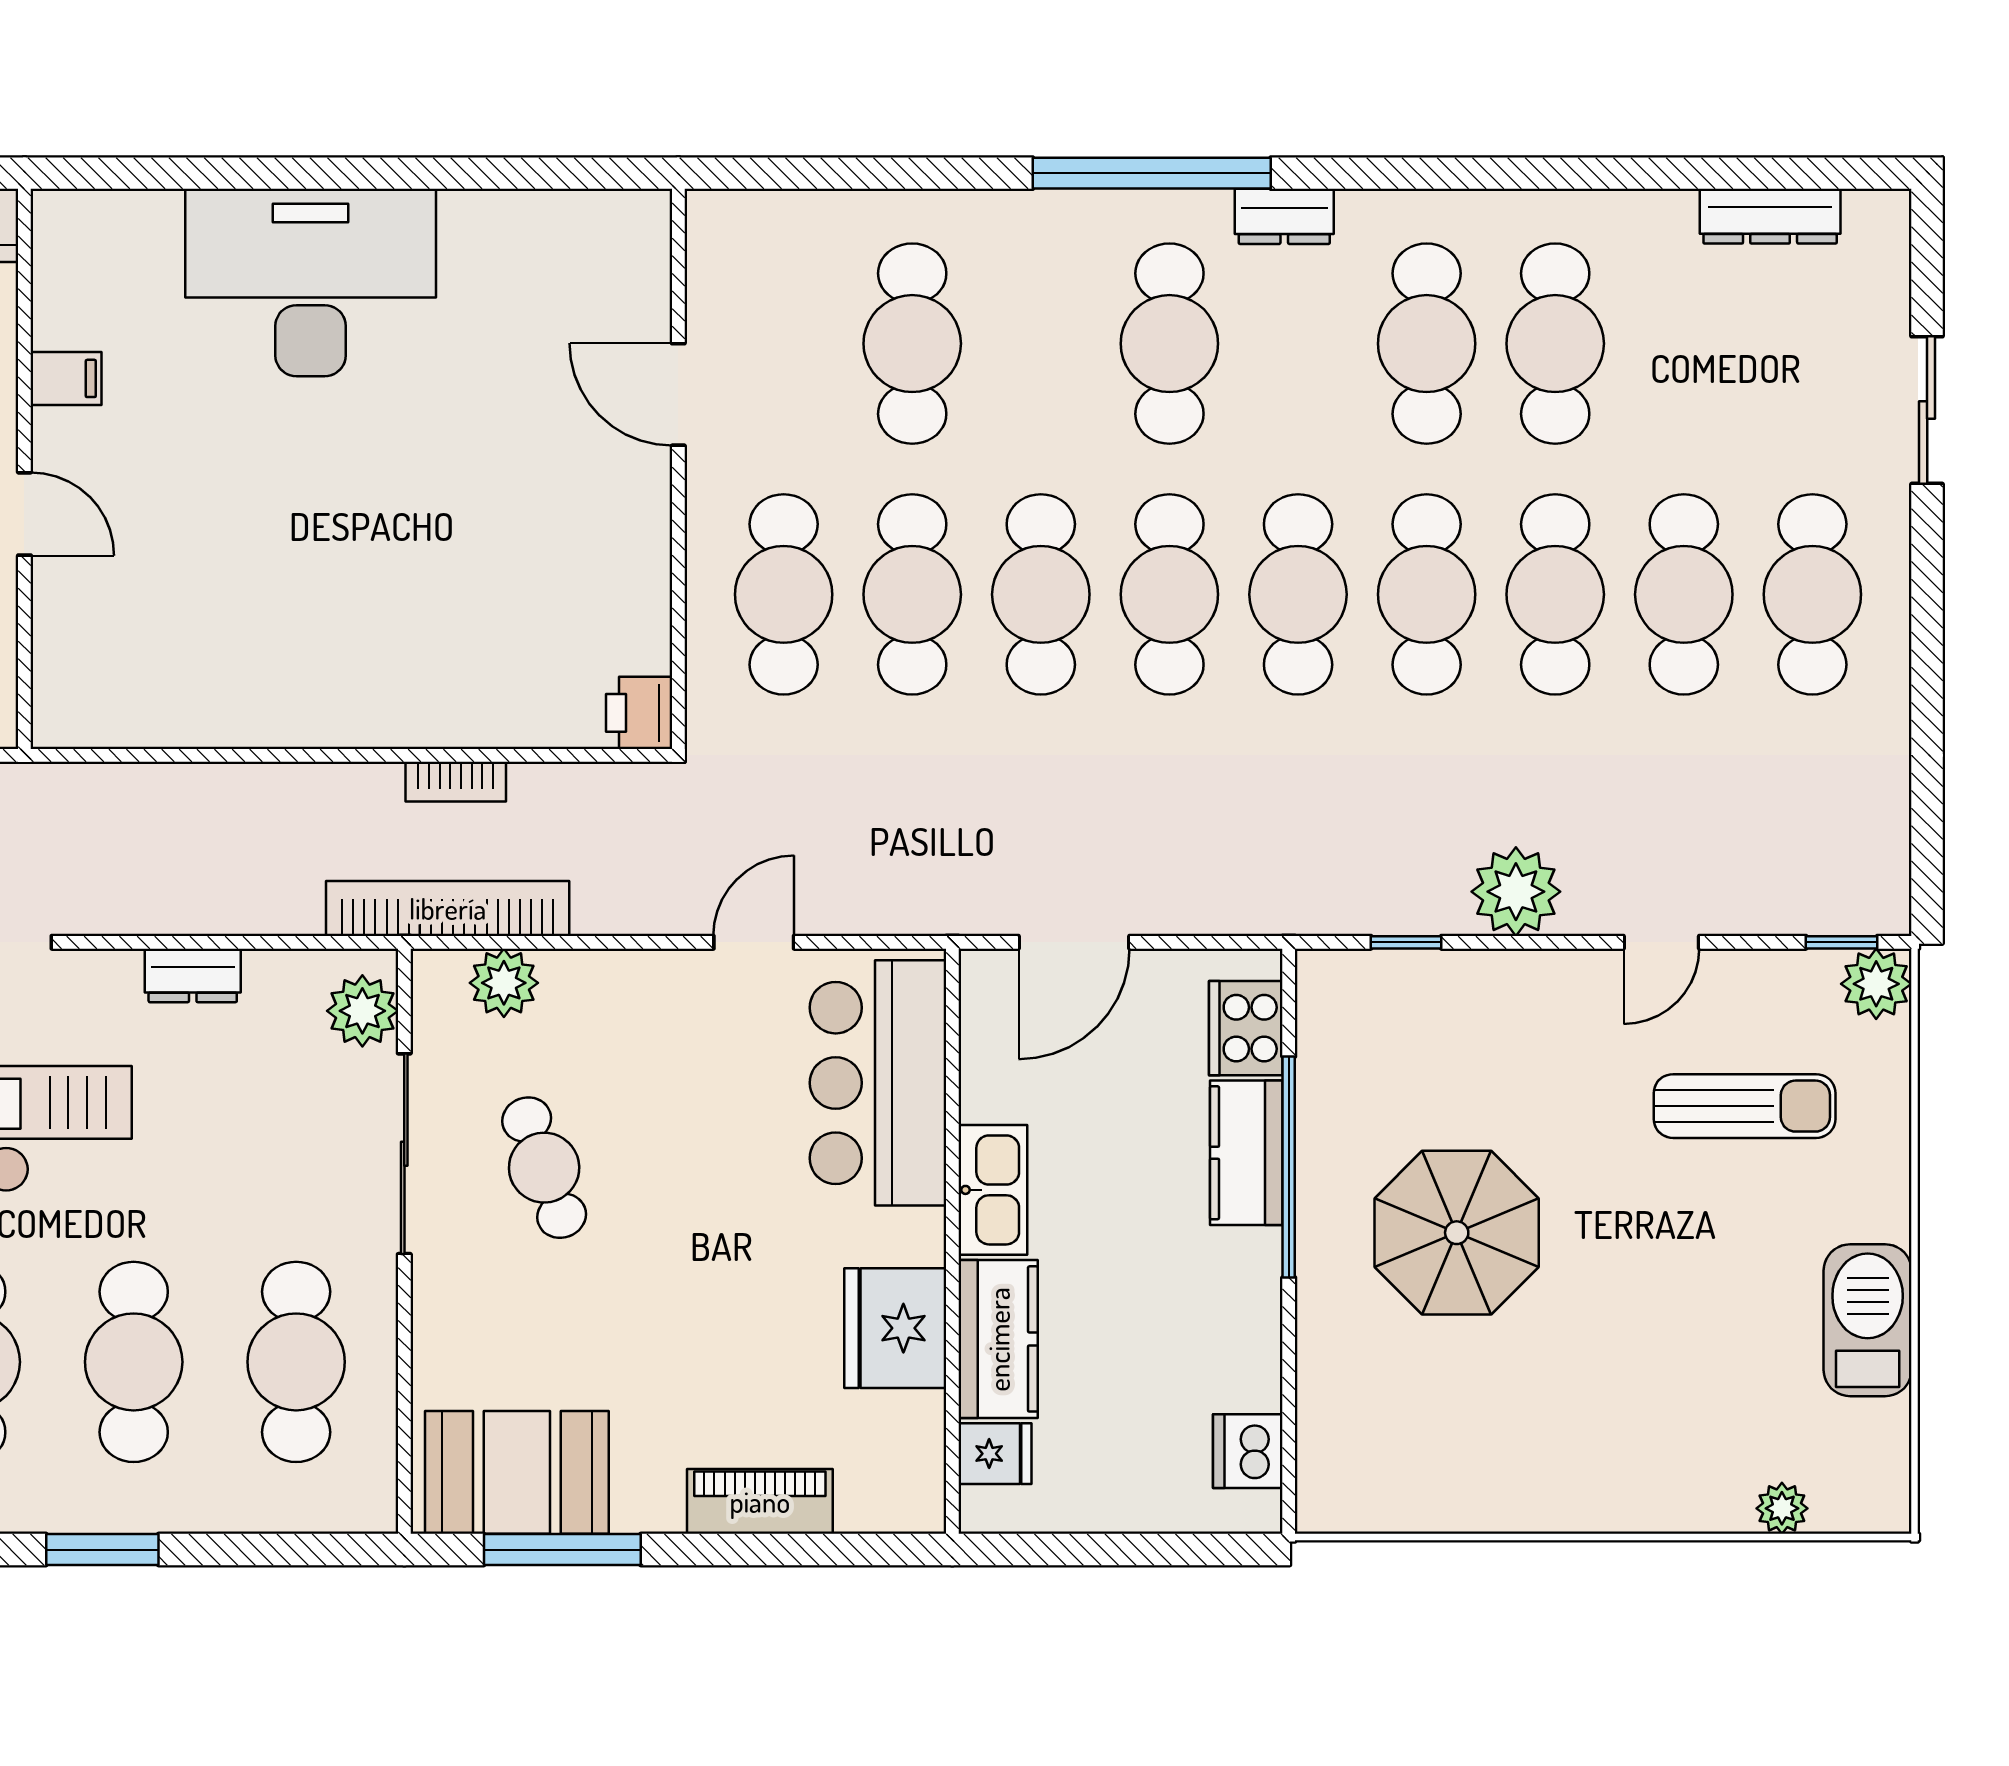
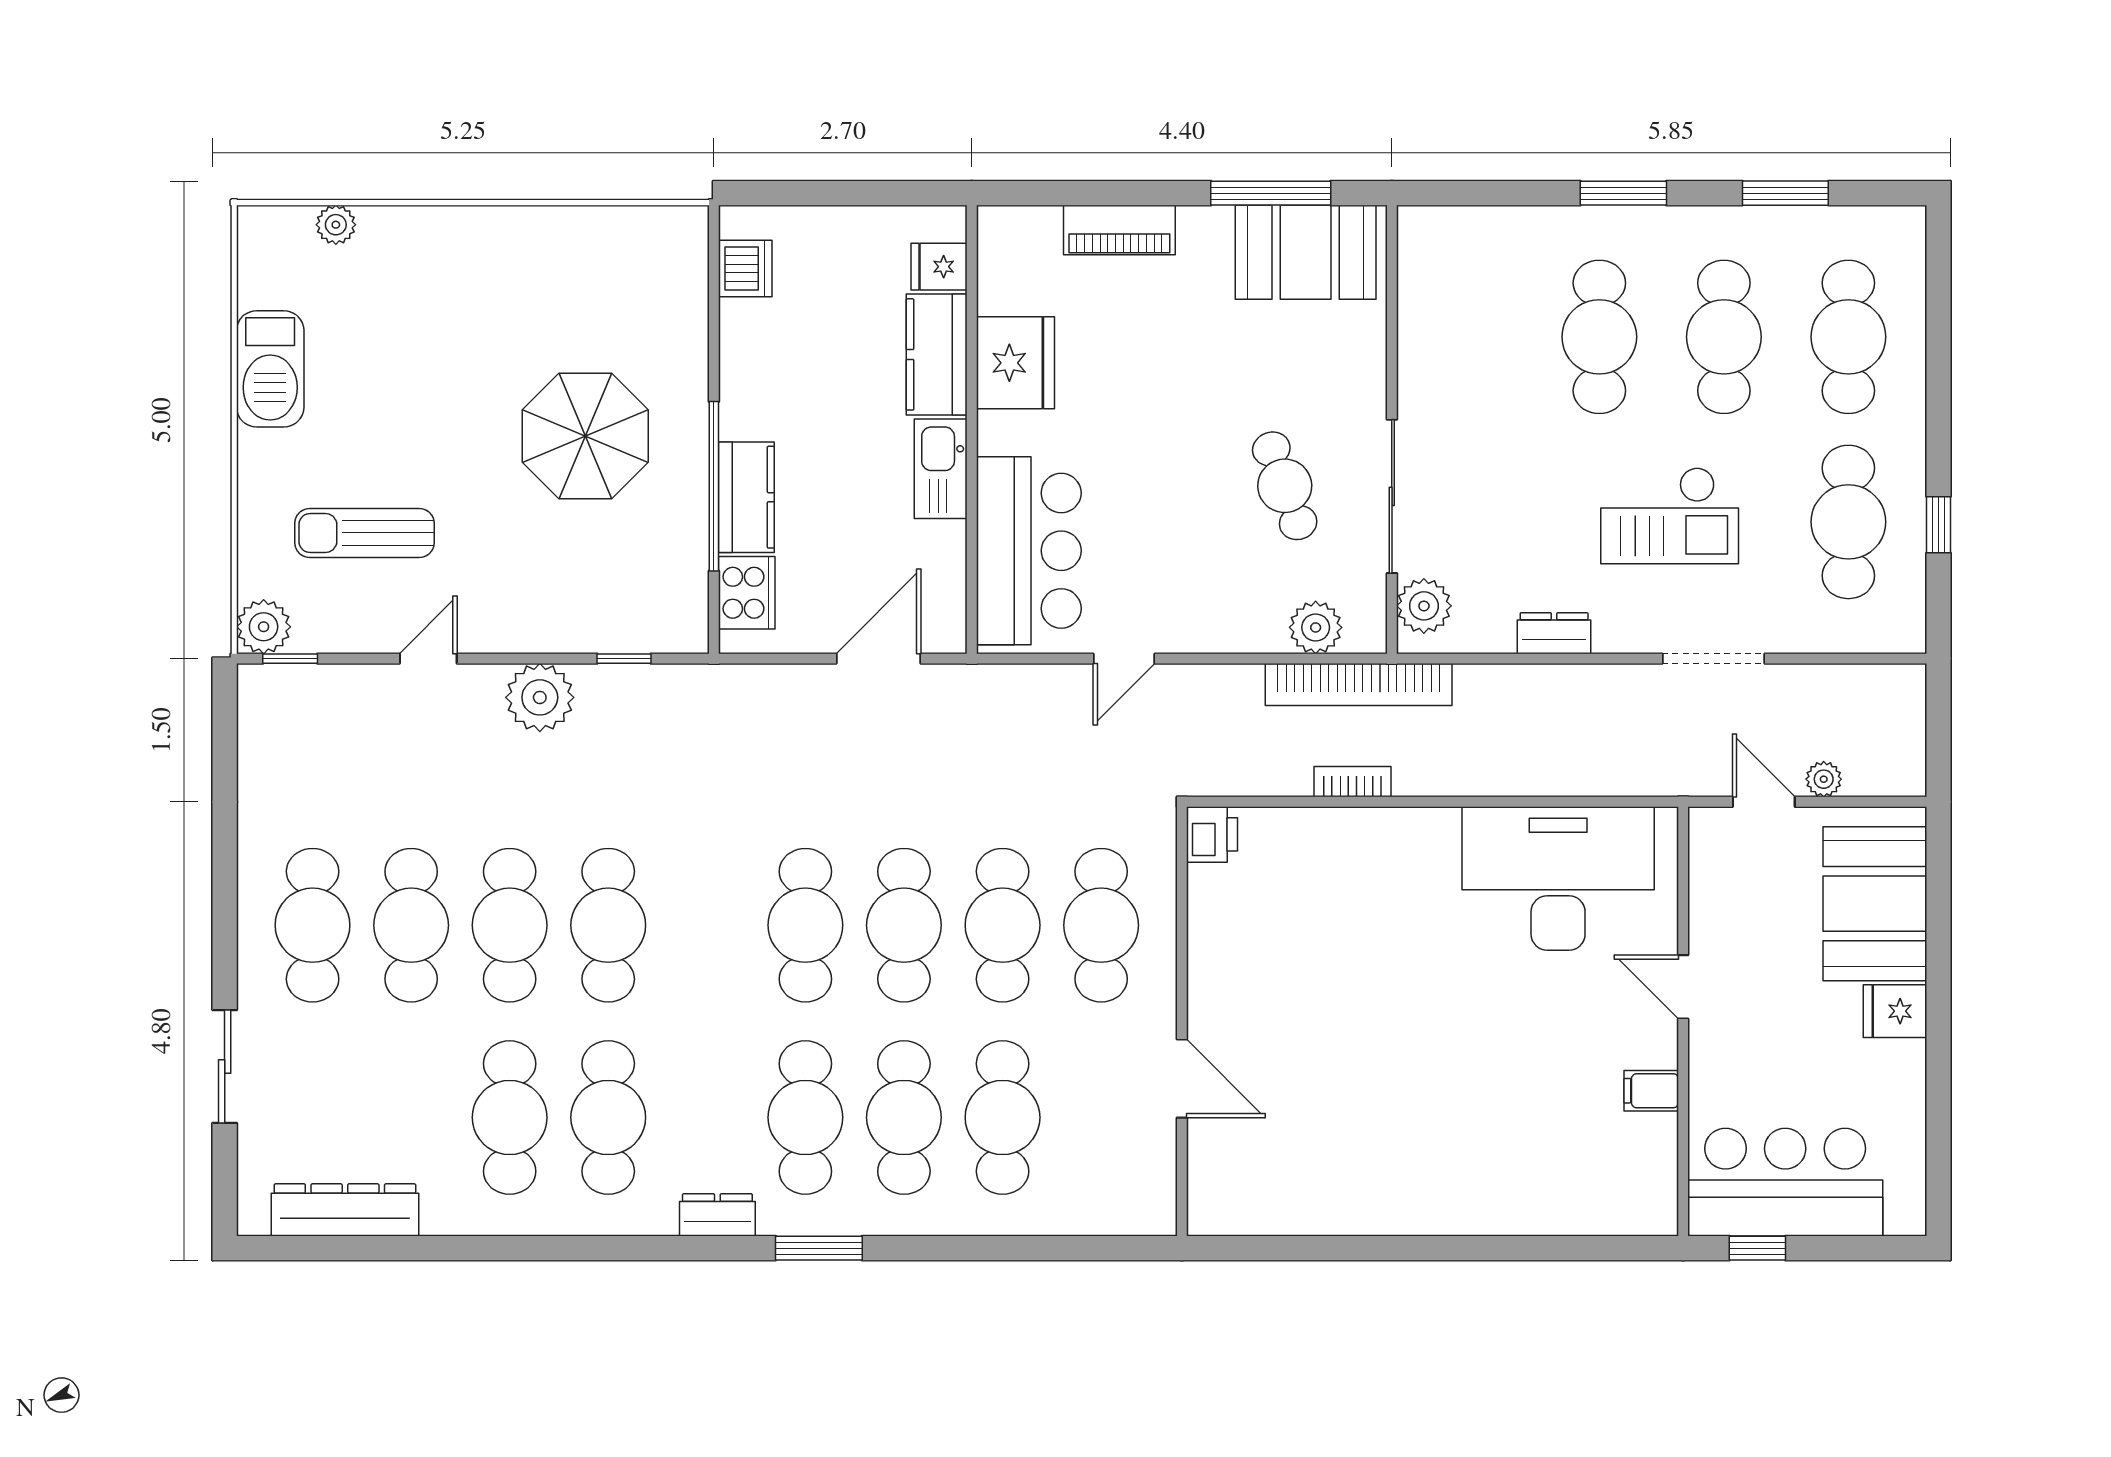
window: (1152, 173) -> (819, 1248), width x0.47
dresser: (1770, 216) -> (345, 1210), width x1.37, depth x1.24
desk: (311, 283) -> (1558, 878), moved, turned 180
cafe table: (1298, 594) -> (904, 1117), moved
cafe table: (296, 1362) -> (1475, 337), removed

